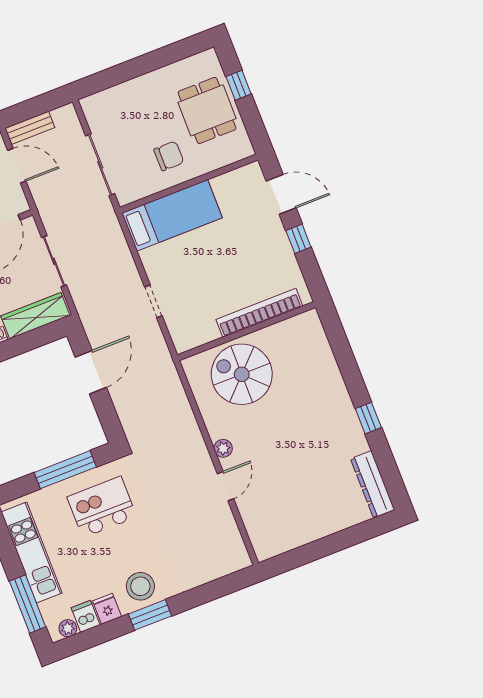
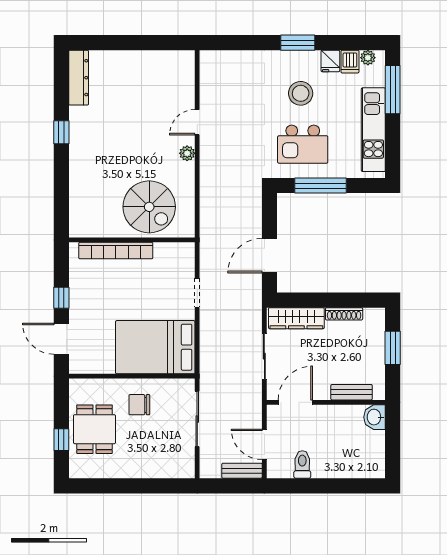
bed: (172, 215) -> (155, 347), width x1.50
stool: (140, 586) -> (301, 93), moved

